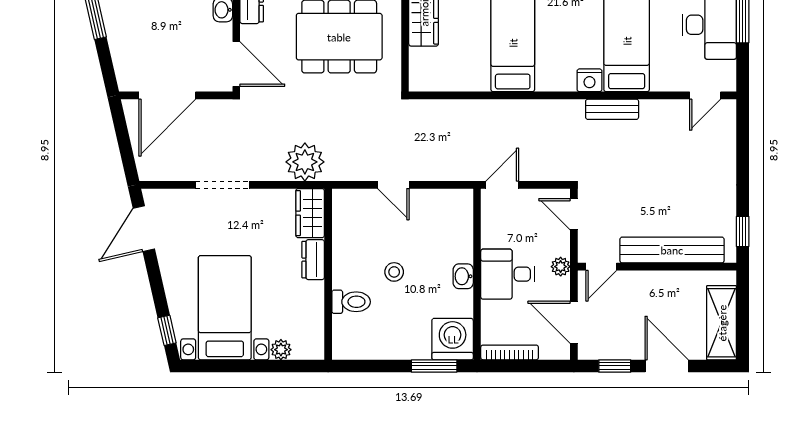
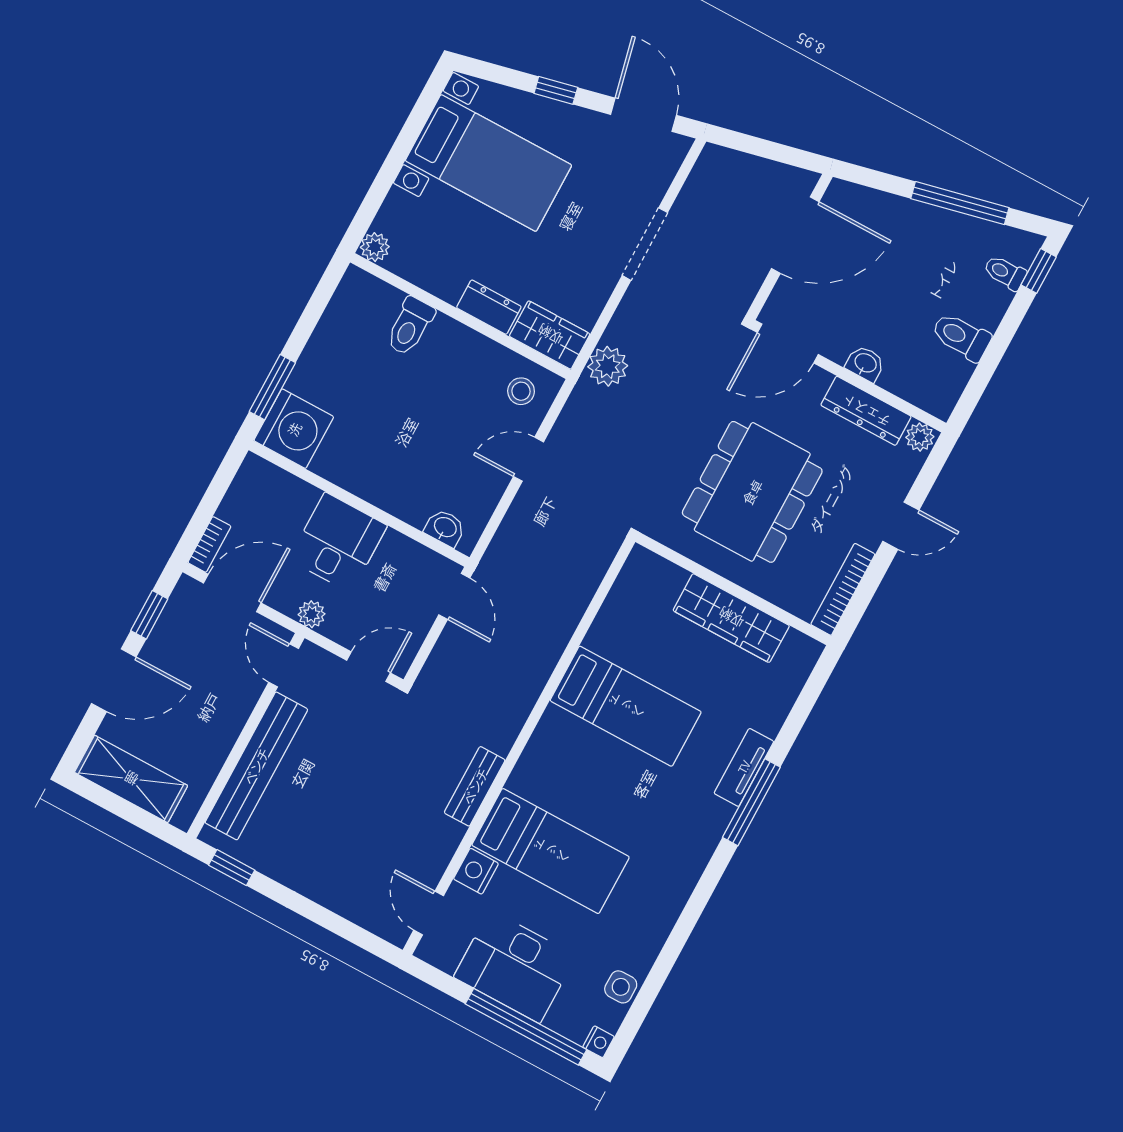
nightstand: (589, 80) -> (476, 871), moved
door: (167, 95) -> (795, 235), swing flipped
plant: (305, 162) -> (608, 366), width x0.73, depth x0.73
stool: (394, 272) -> (521, 391), moved
washbasin: (463, 276) -> (445, 528), moved
window: (167, 330) -> (556, 90), moved
plant: (281, 350) -> (375, 247), moved
bookcase: (510, 352) -> (209, 544), moved, width x0.64

